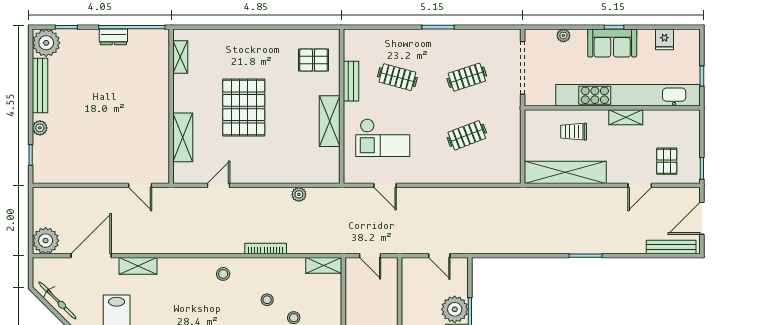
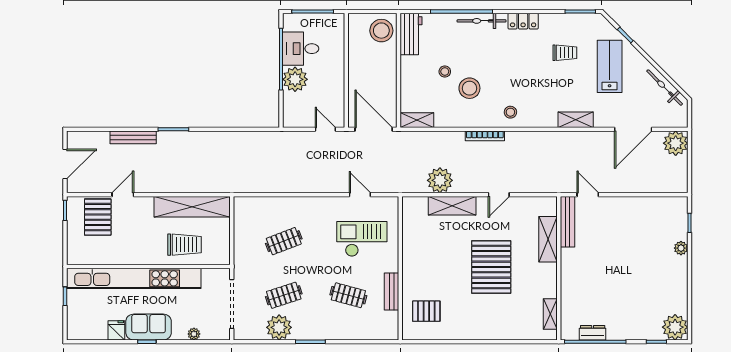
dresser: (113, 37) -> (593, 333), moved
fridge: (664, 39) -> (116, 330), moved
plant: (472, 43) -> (279, 327), added
bench: (40, 85) -> (568, 222), moved
shelving: (626, 117) -> (136, 258), removed
shelving: (330, 121) -> (452, 206), moved, turned 90
trolley: (574, 132) -> (184, 245), width x1.36, depth x1.39
pallet: (667, 161) -> (98, 217), width x1.50, depth x1.42
door: (219, 185) -> (499, 195), moved
plant: (299, 194) -> (440, 180), width x1.87, depth x1.87
bench: (671, 247) -> (133, 137), moved
bookcase: (266, 249) -> (485, 136), moved
door: (370, 256) -> (374, 129), width x1.87
door: (439, 256) -> (325, 129), moved
shelving: (138, 266) -> (576, 120), moved
stool: (267, 300) -> (469, 88), width x1.89, depth x1.89

